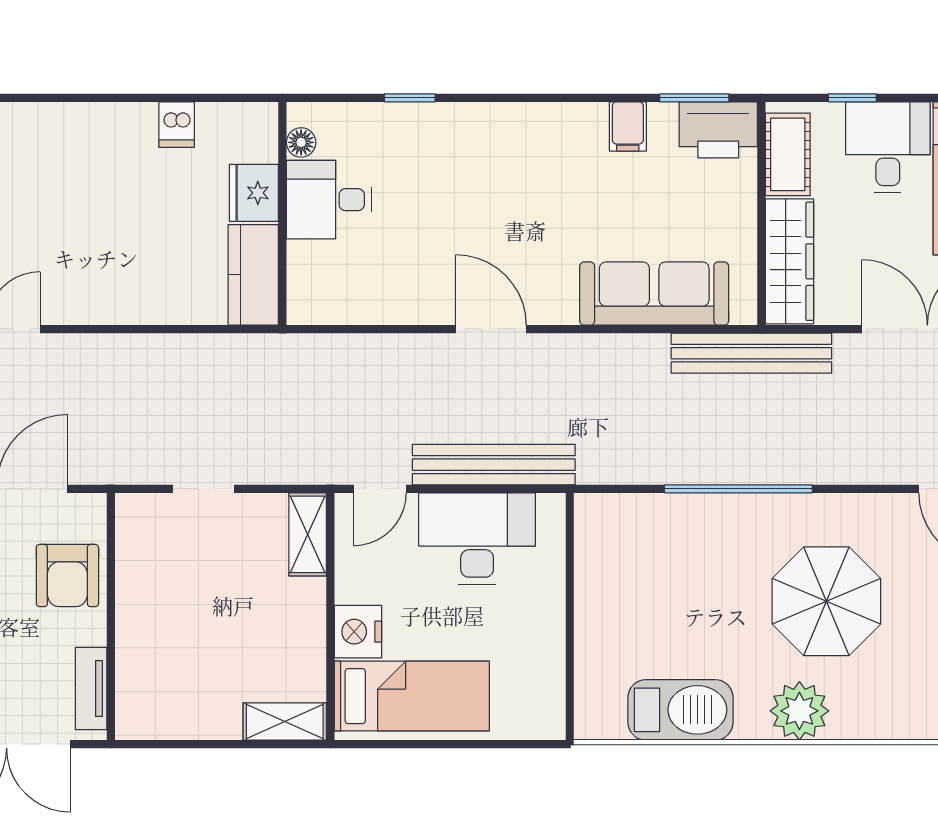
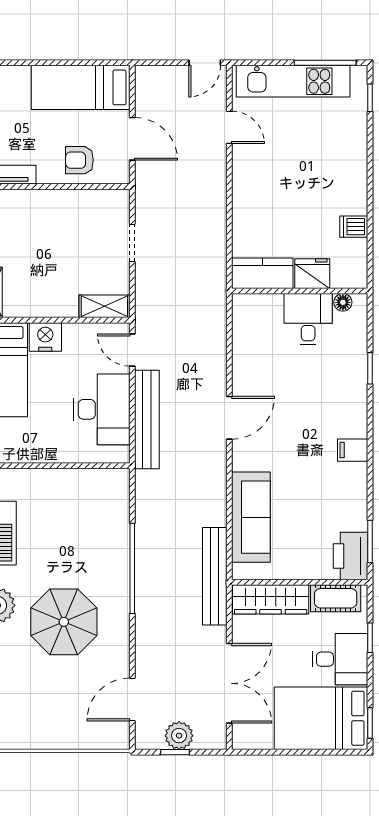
filing cabinet: (628, 126) -> (353, 450), moved
armchair: (67, 576) -> (79, 160), width x0.72, depth x0.72

